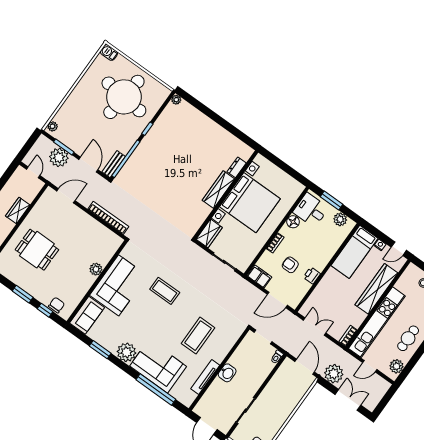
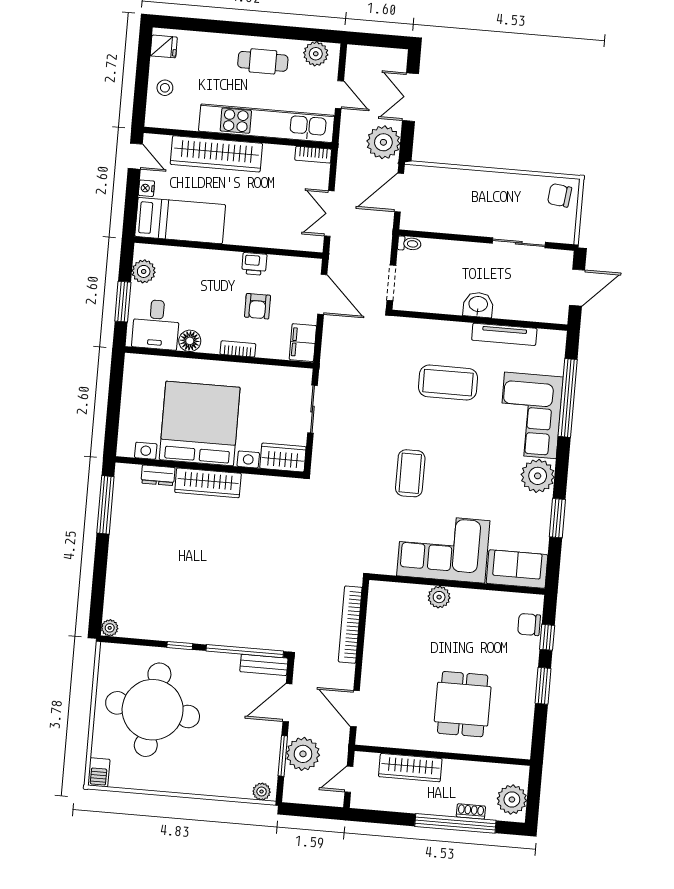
window: (237, 133) -> (105, 505), added
wardrobe: (18, 210) -> (410, 768), width x1.50

